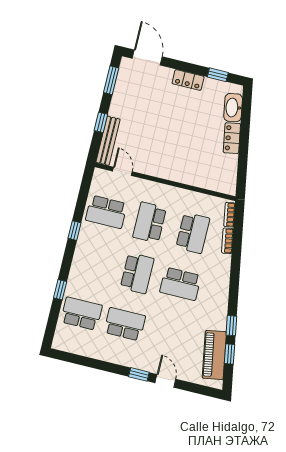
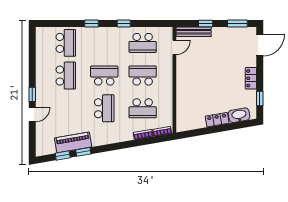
school desk: (106, 212) -> (143, 43), turned -90
school desk: (137, 273) -> (104, 76), turned 180
school desk: (180, 284) -> (104, 108), turned 180
window: (60, 290) -> (92, 23), moved
piano: (214, 355) -> (73, 142), moved

